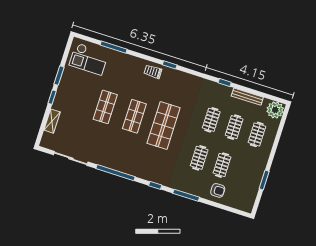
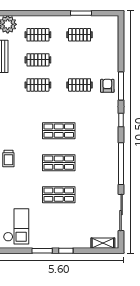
shelving: (52, 121) -> (103, 243), moved
shop shelf: (164, 126) -> (59, 131), width x0.70, depth x0.74
clothes rail: (222, 165) -> (80, 35), moved
armchair: (218, 190) -> (107, 86), moved

